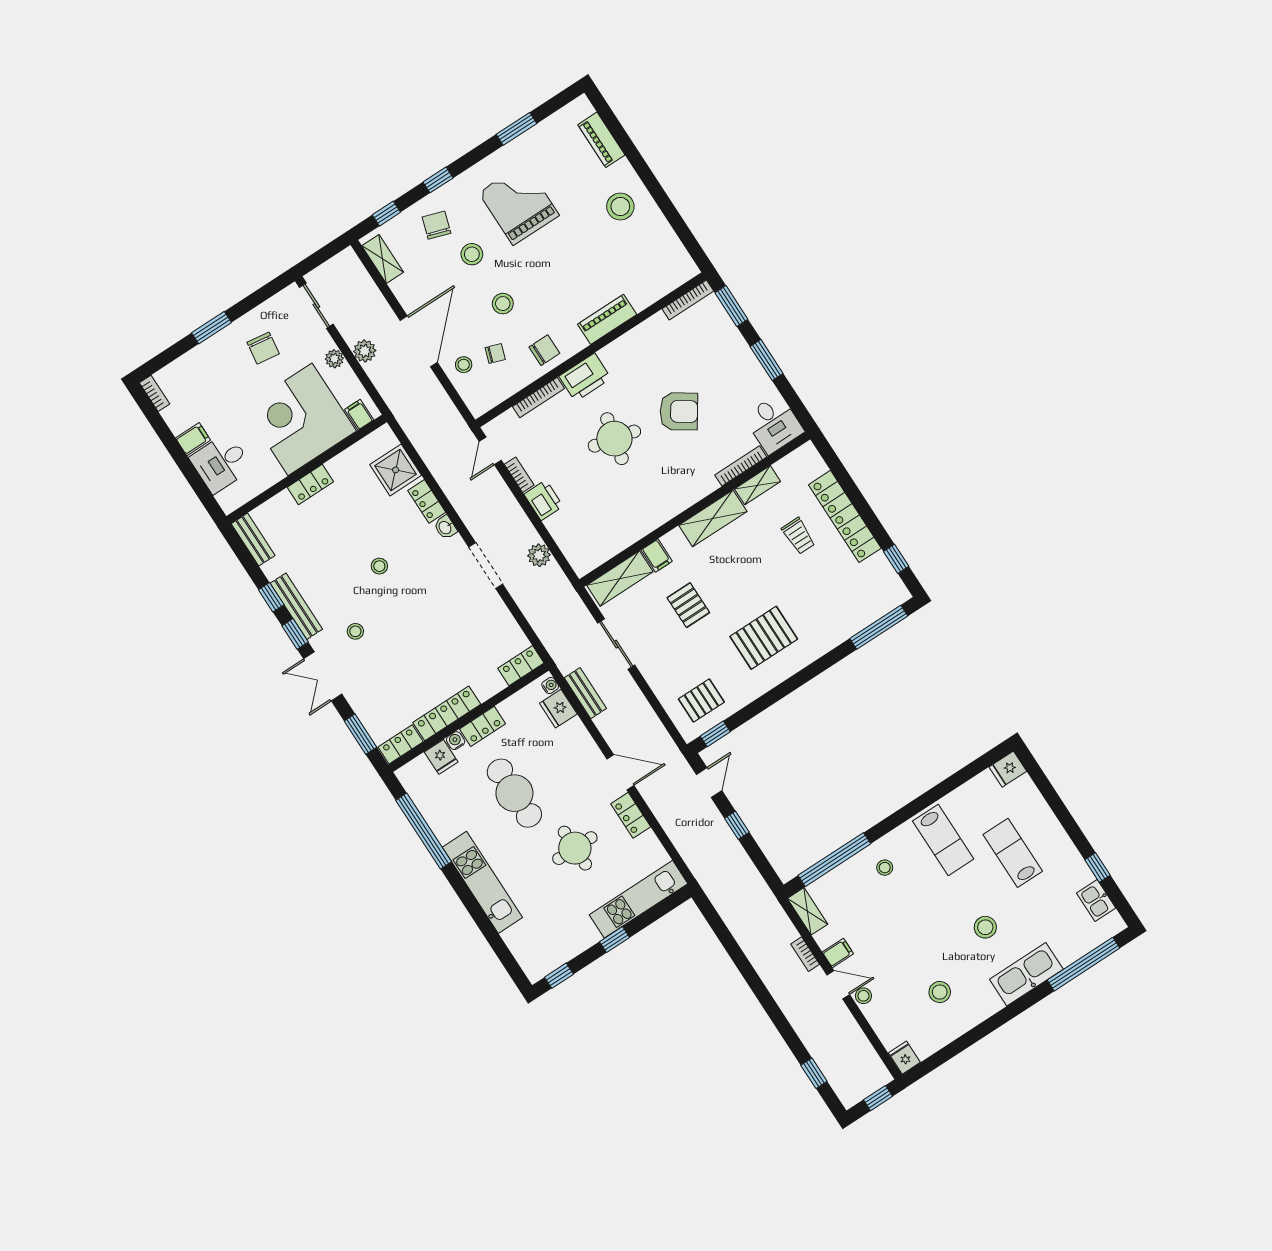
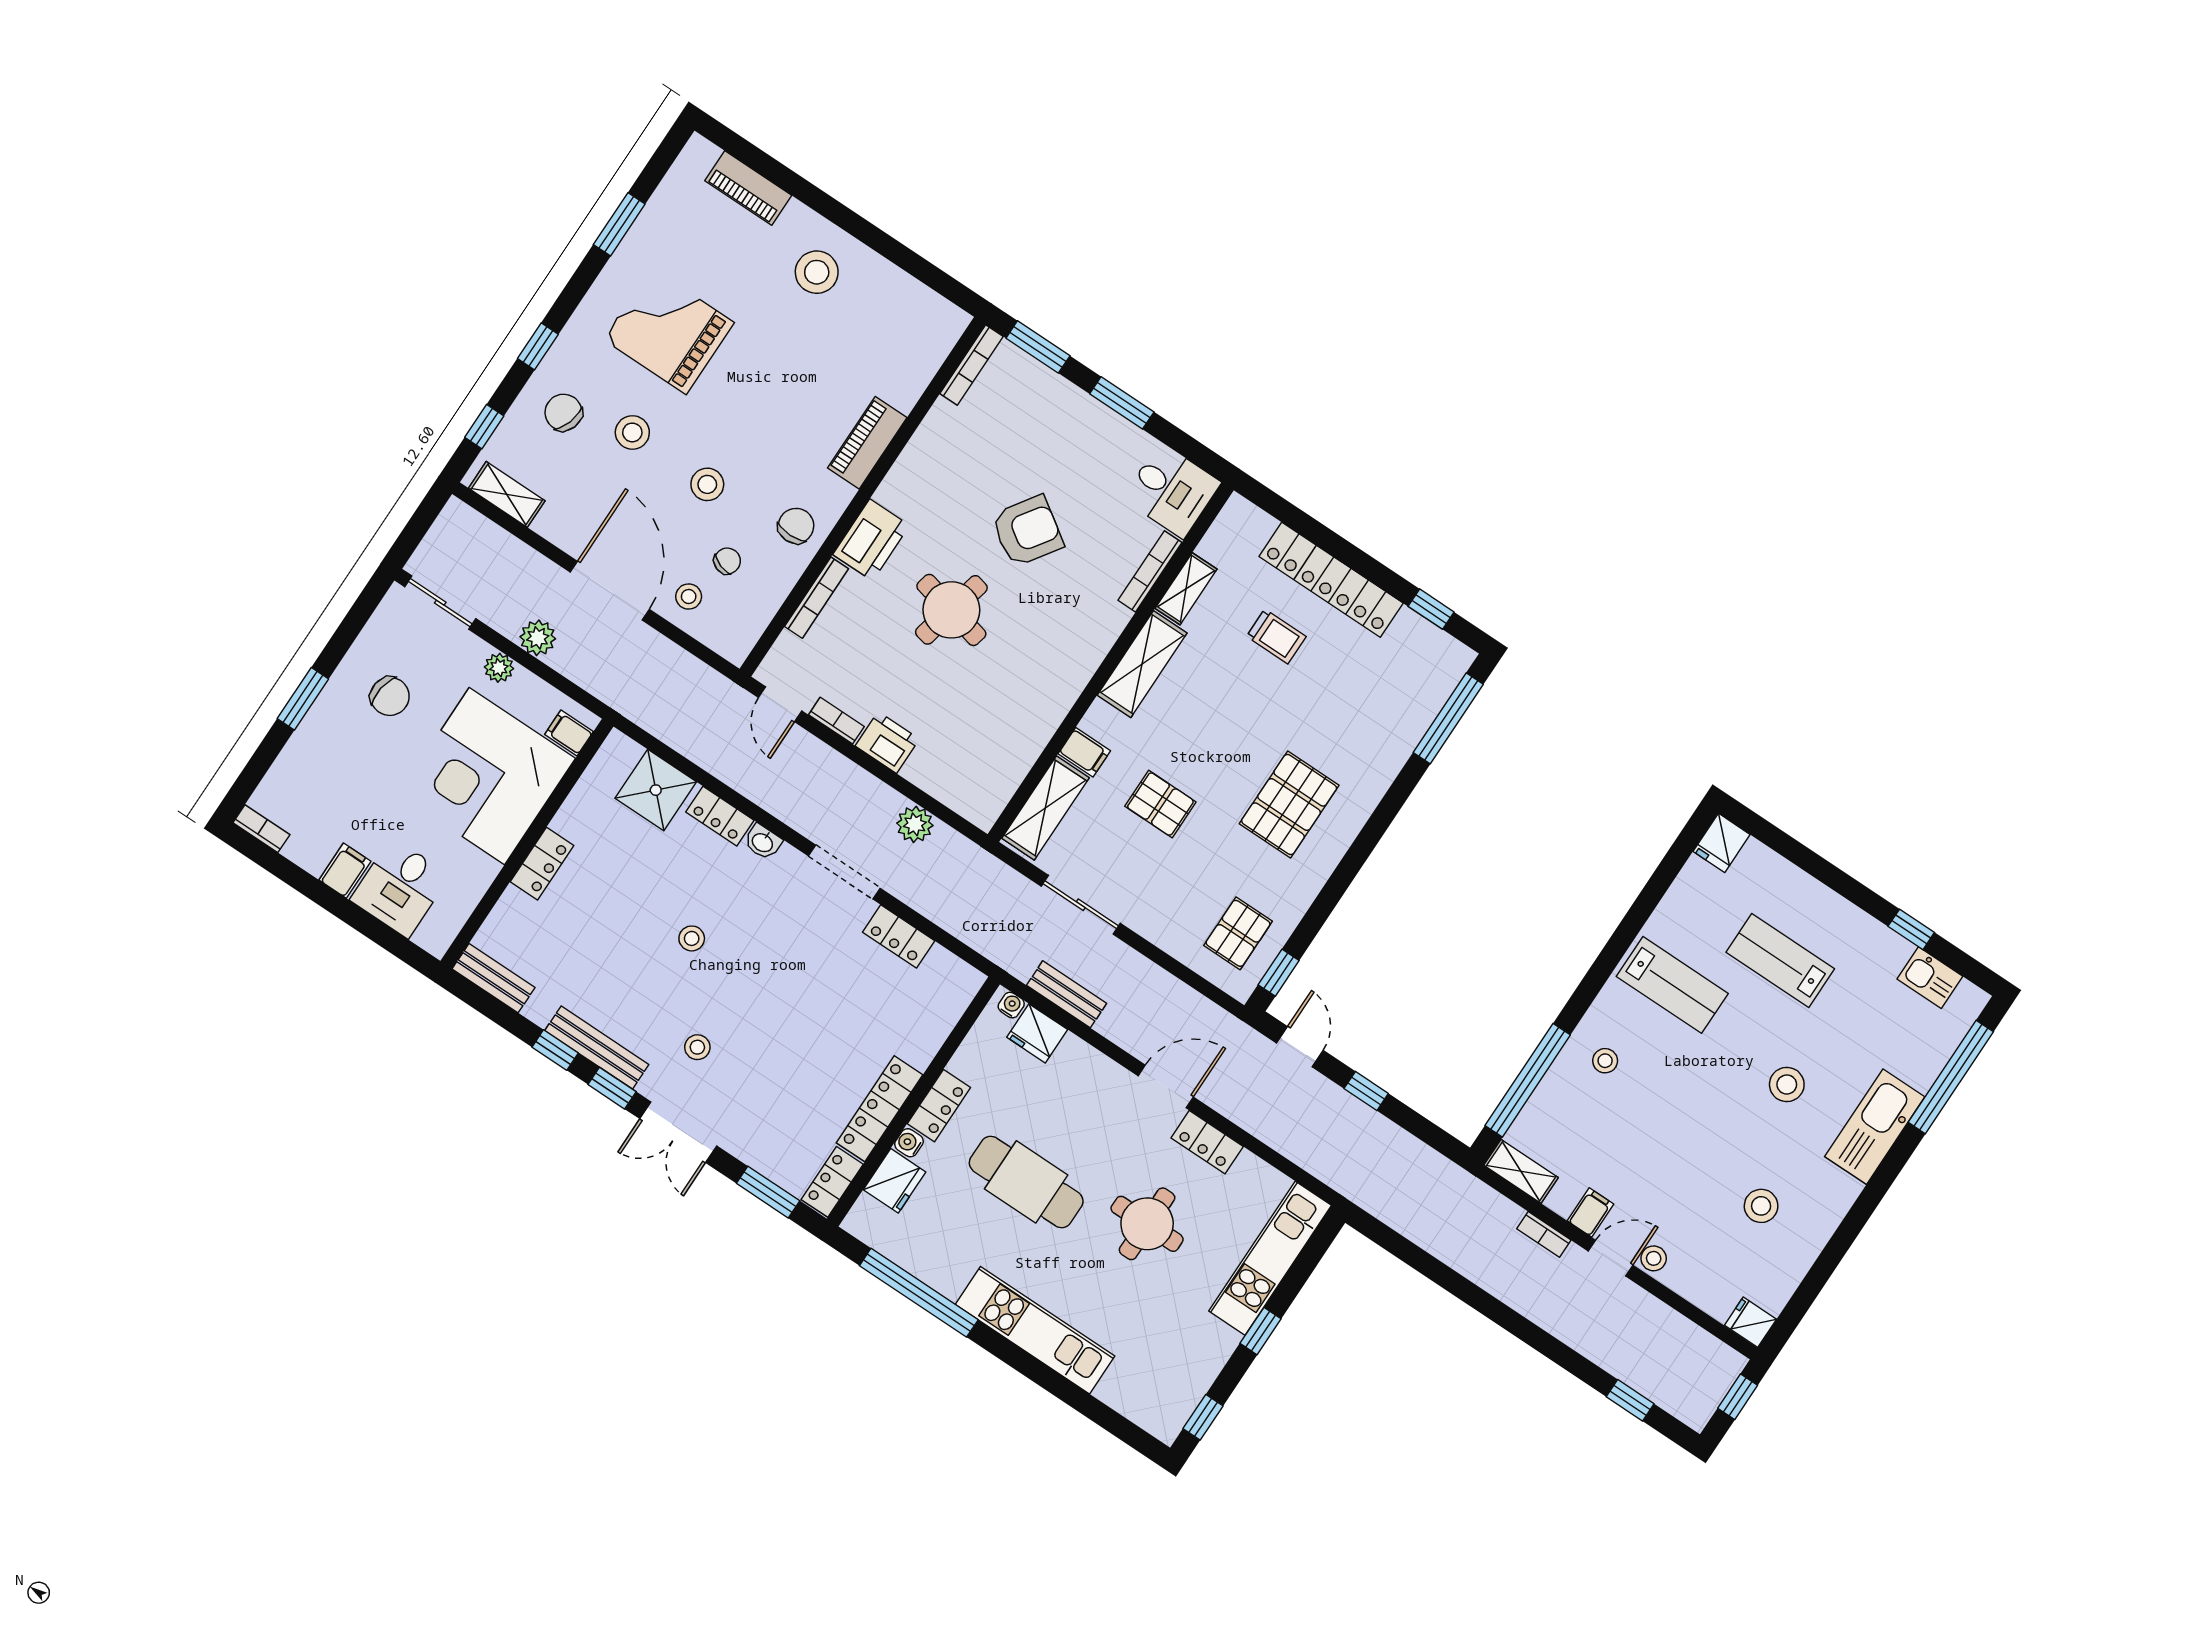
locker: (521, 666) -> (899, 936), moved, turned -90
fridge: (441, 757) -> (895, 1181), width x1.38

